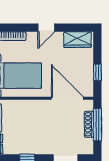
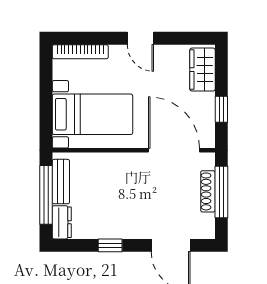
door: (46, 28) -> (140, 38), hinge flipped
wardrobe: (78, 40) -> (203, 70), moved, turned 90

